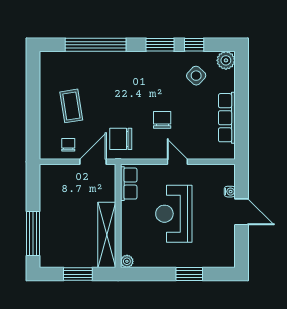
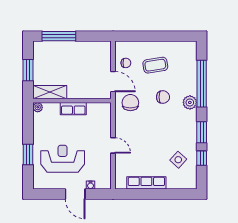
plant: (226, 60) -> (190, 102), moved
chair: (162, 120) -> (163, 97), moved
door: (177, 162) -> (113, 145), hinge flipped
row of seats: (129, 184) -> (73, 109), moved
door: (242, 212) -> (75, 194), hinge flipped
reception desk: (174, 214) -> (63, 159), moved
shelving: (107, 235) -> (50, 92), width x0.68

